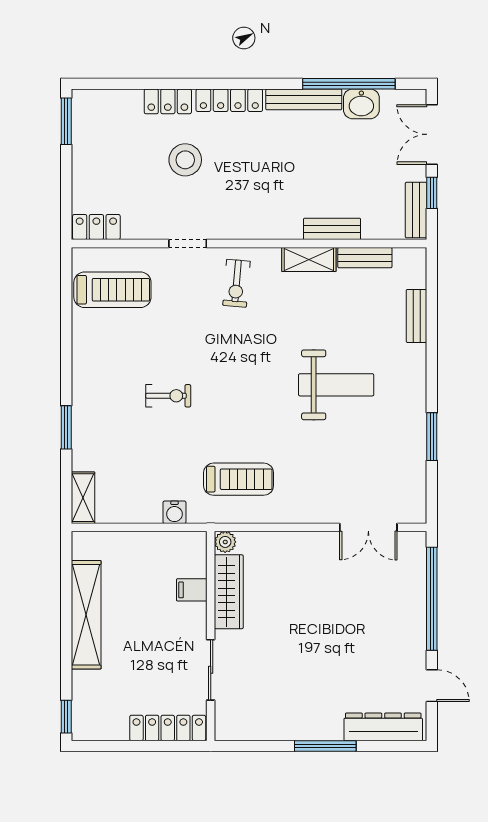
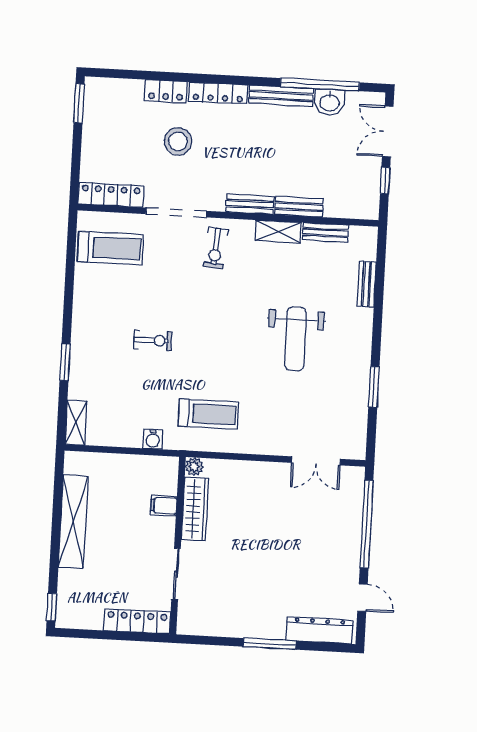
bench: (416, 210) -> (250, 204), moved, turned 90
locker: (96, 227) -> (111, 195), width x1.53
doorway: (188, 244) -> (176, 212), width x1.87
weight bench: (336, 385) -> (295, 339), turned 90

